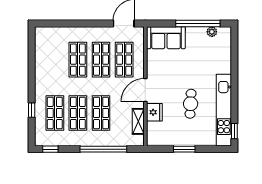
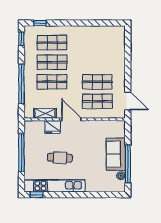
sofa: (166, 38) -> (116, 154), moved
shop shelf: (78, 60) -> (97, 62), removed
window: (32, 110) -> (40, 23), moved
window: (184, 149) -> (21, 152), width x2.11

